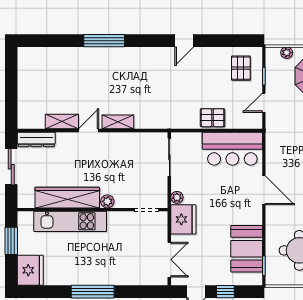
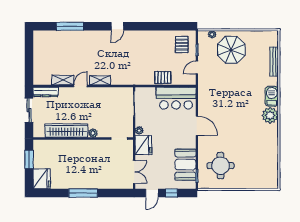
window: (104, 41) -> (70, 26), moved
door: (184, 41) -> (117, 26), moved
kitchen unit: (70, 221) -> (68, 146), removed

